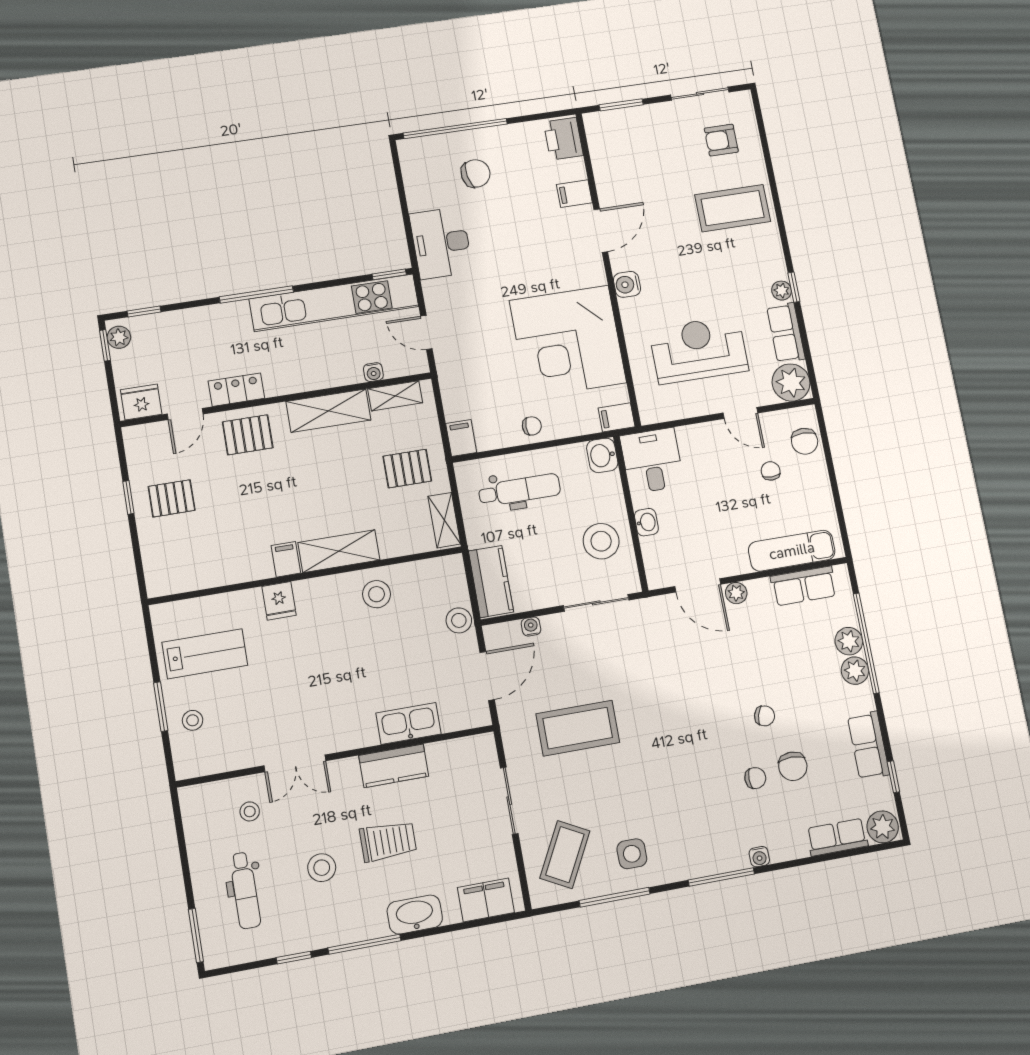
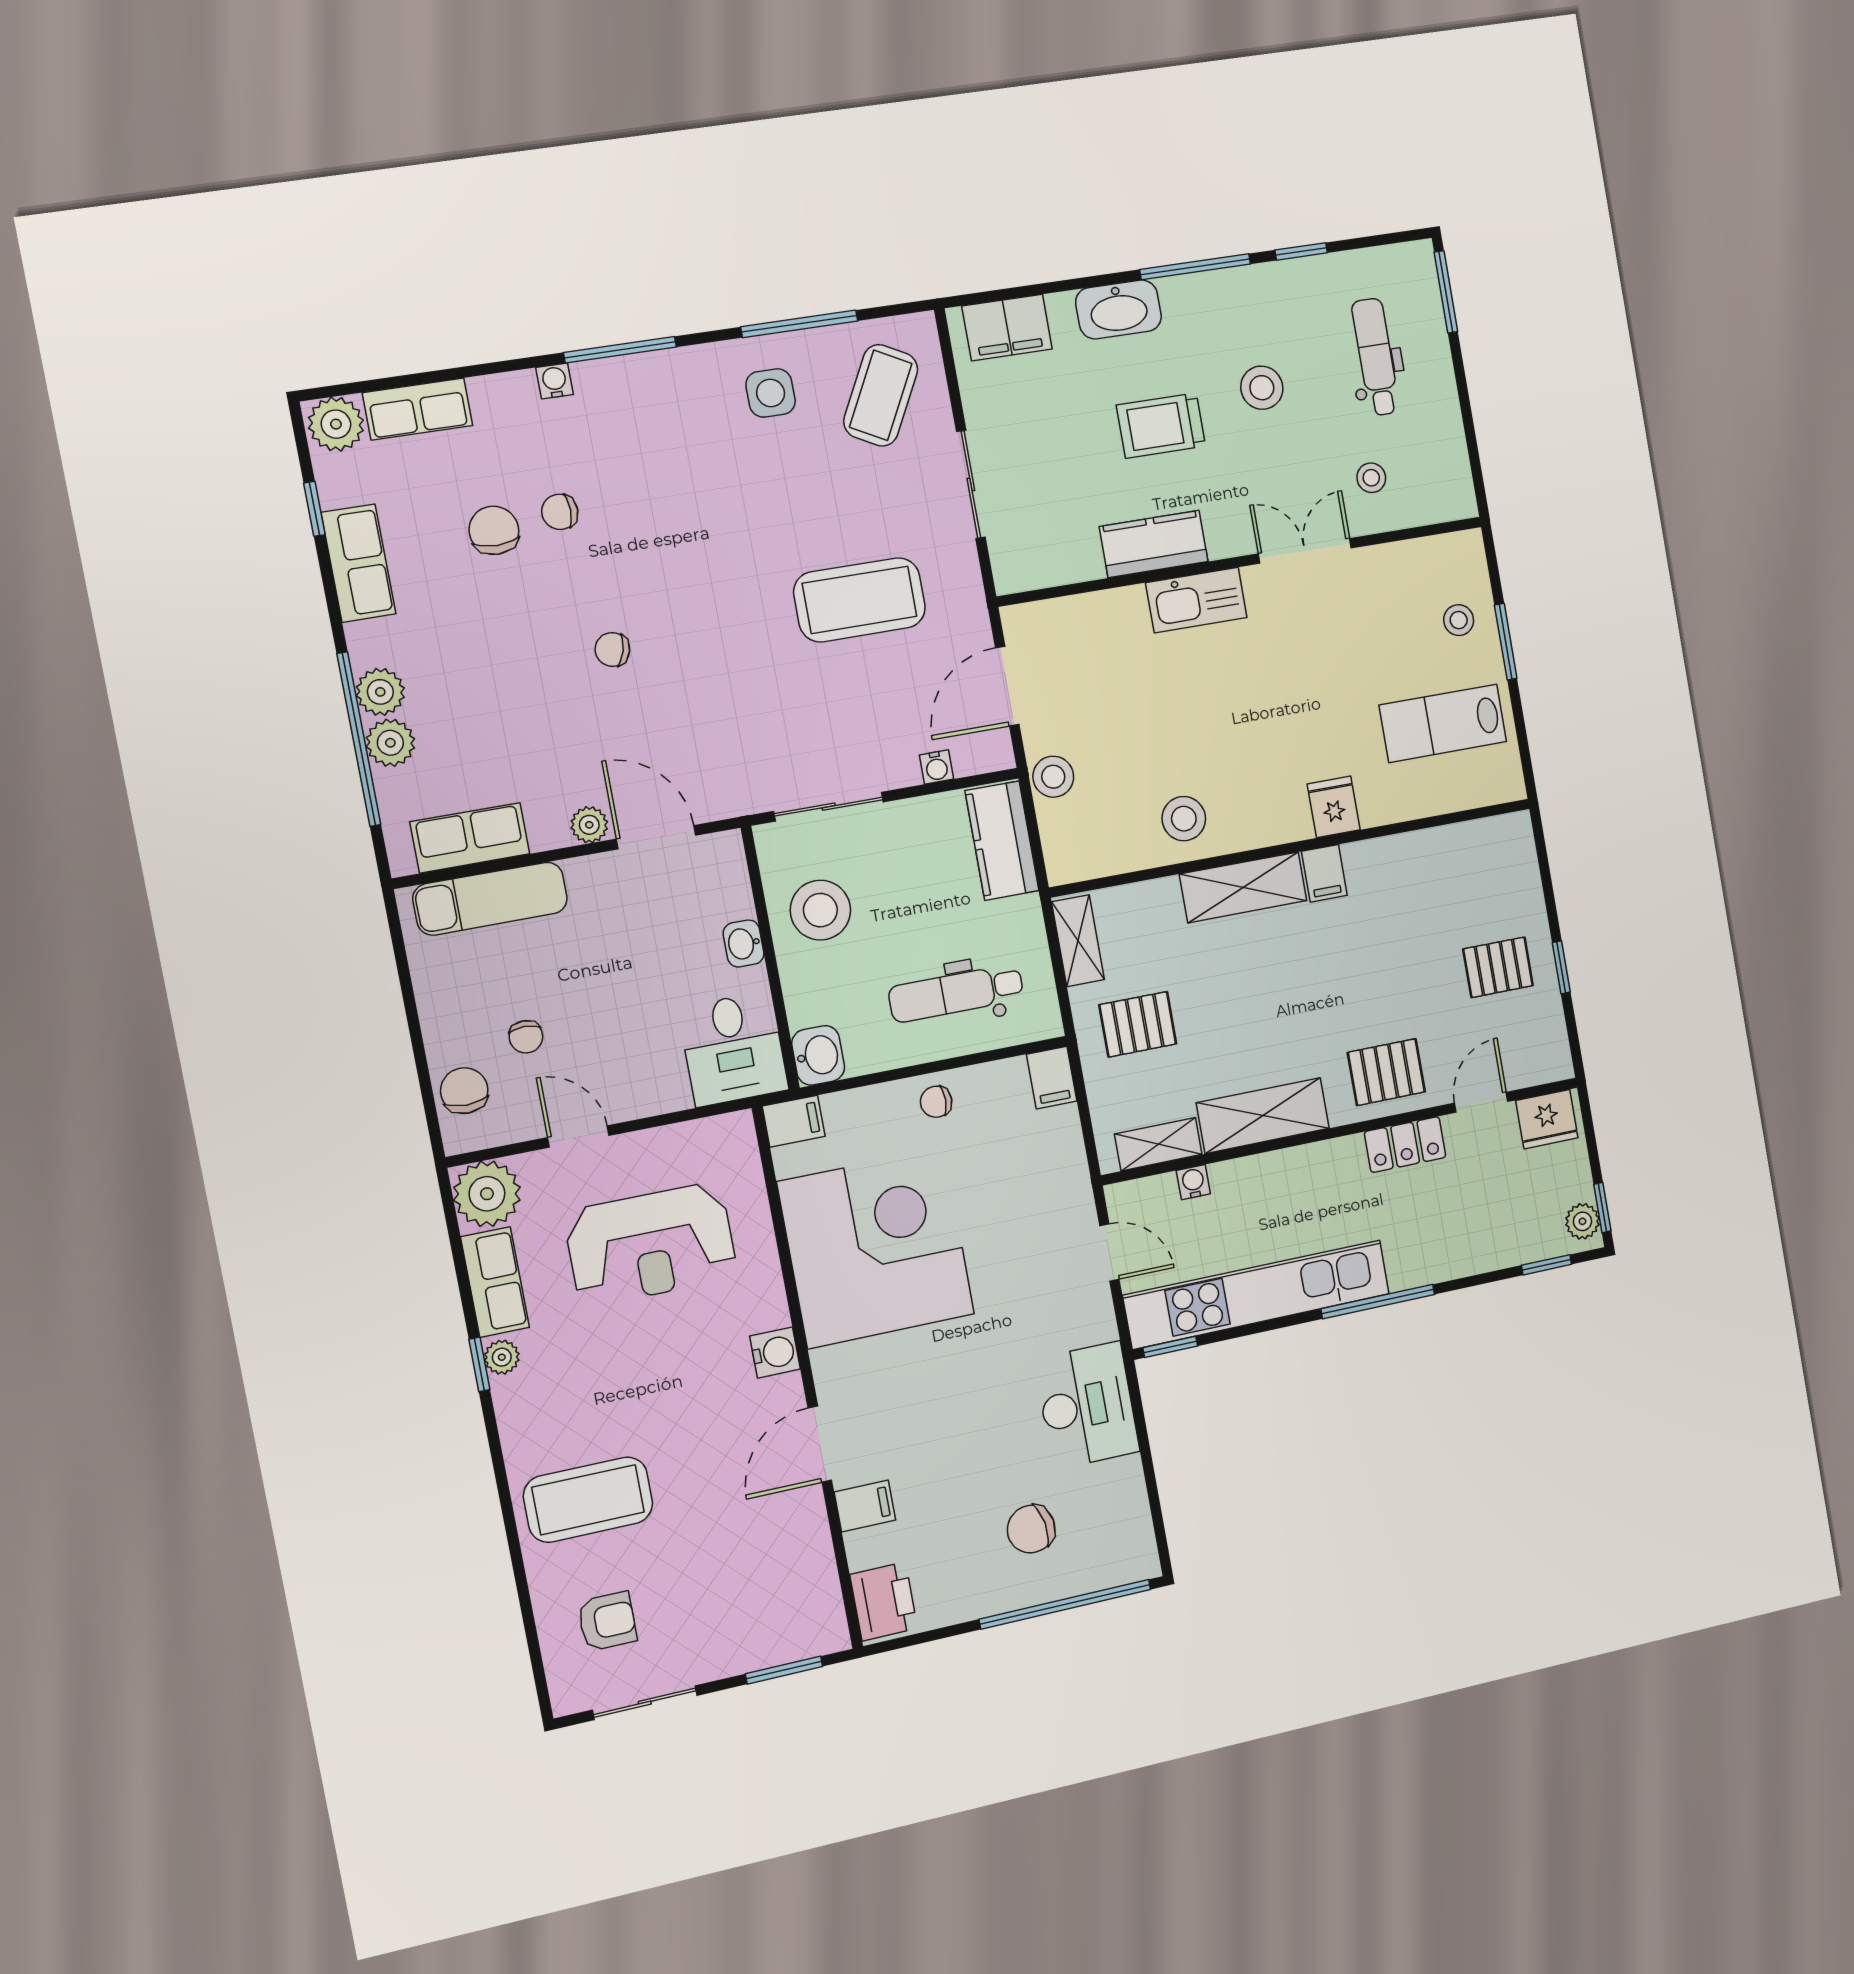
chair: (765, 716) -> (612, 650), moved
kitchen sink: (408, 723) -> (1196, 600), moved

